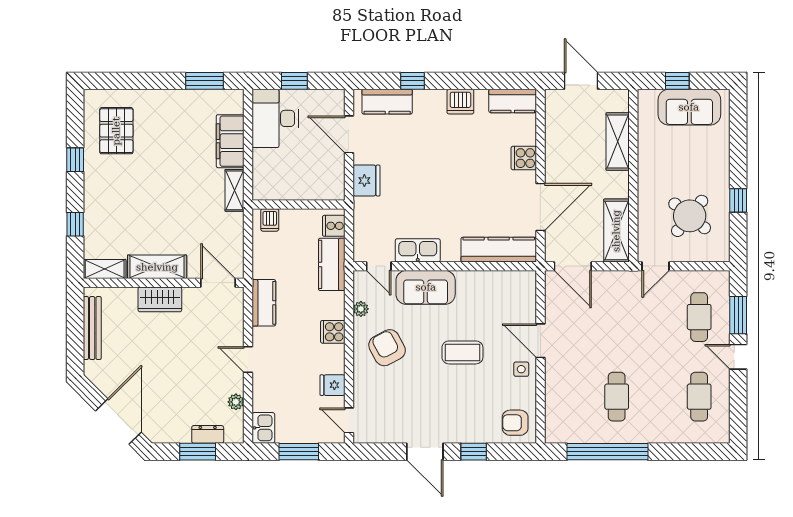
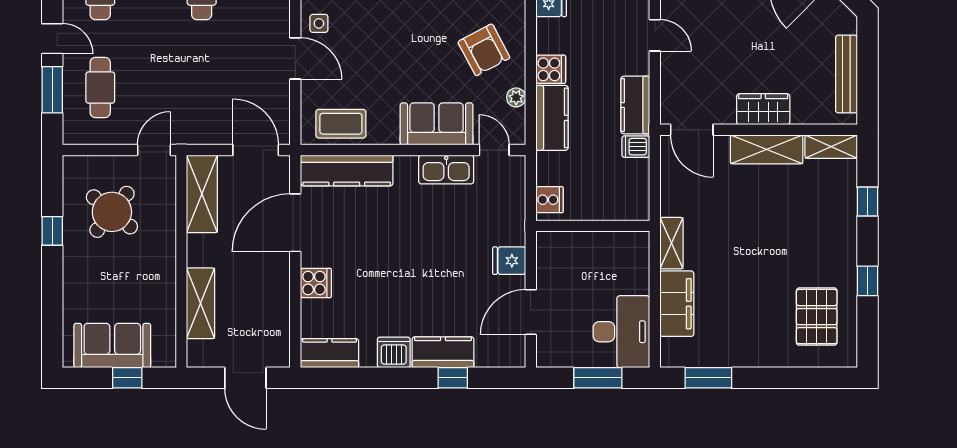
window: (294, 81) -> (598, 378), width x1.50
kitchen counter: (387, 102) -> (443, 352), moved
door: (349, 134) -> (531, 312), swing flipped
fridge: (367, 181) -> (509, 261), width x0.72
dishwasher: (270, 220) -> (636, 147), moved, turned -90
kitchen counter: (332, 264) -> (552, 118), moved
coffee table: (462, 352) -> (341, 124), moved

